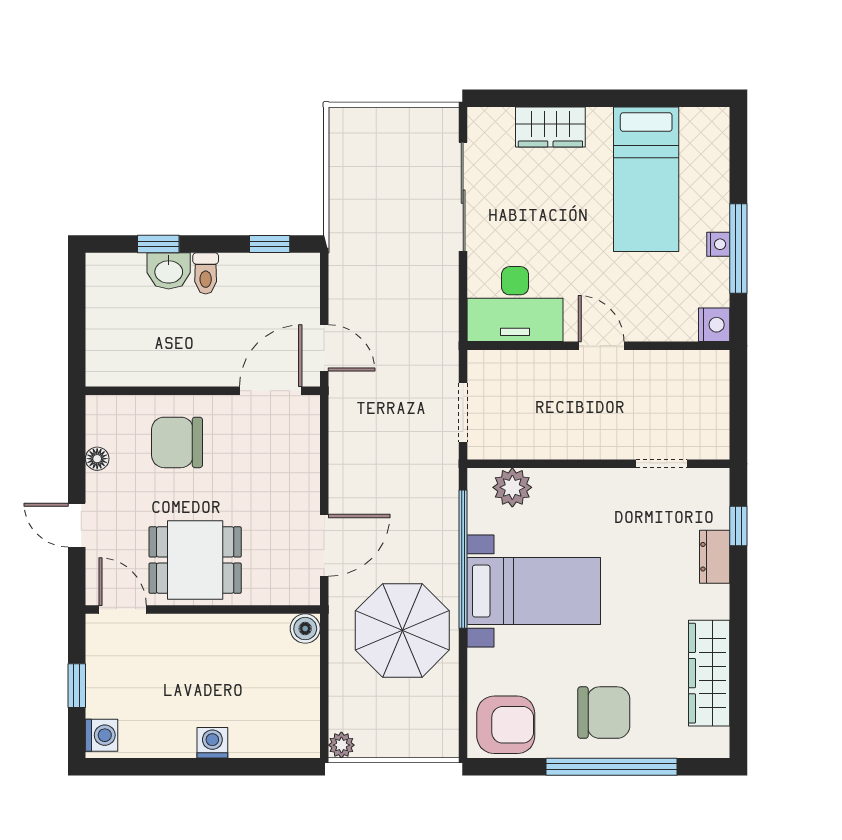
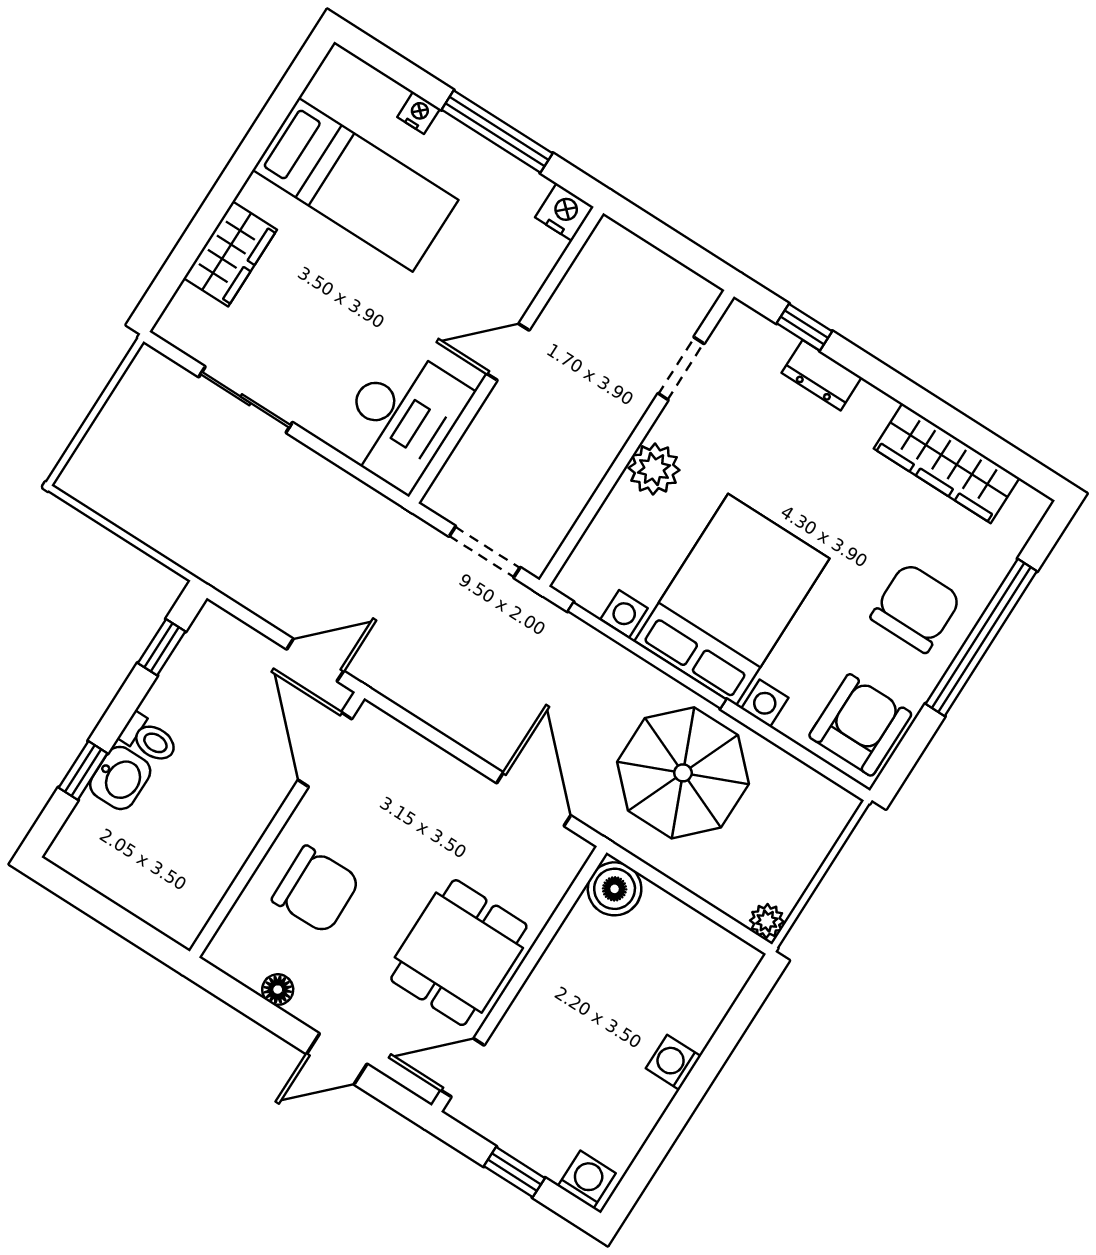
sliding door: (463, 197) -> (246, 400), width x0.73
nightstand: (718, 244) -> (419, 113), moved
chair: (177, 442) -> (316, 890), turned -91
plant: (512, 487) -> (654, 469), moved
bed with nightstands: (534, 591) -> (732, 600), width x1.36
boiler: (305, 629) -> (615, 889), width x1.36, depth x1.36

